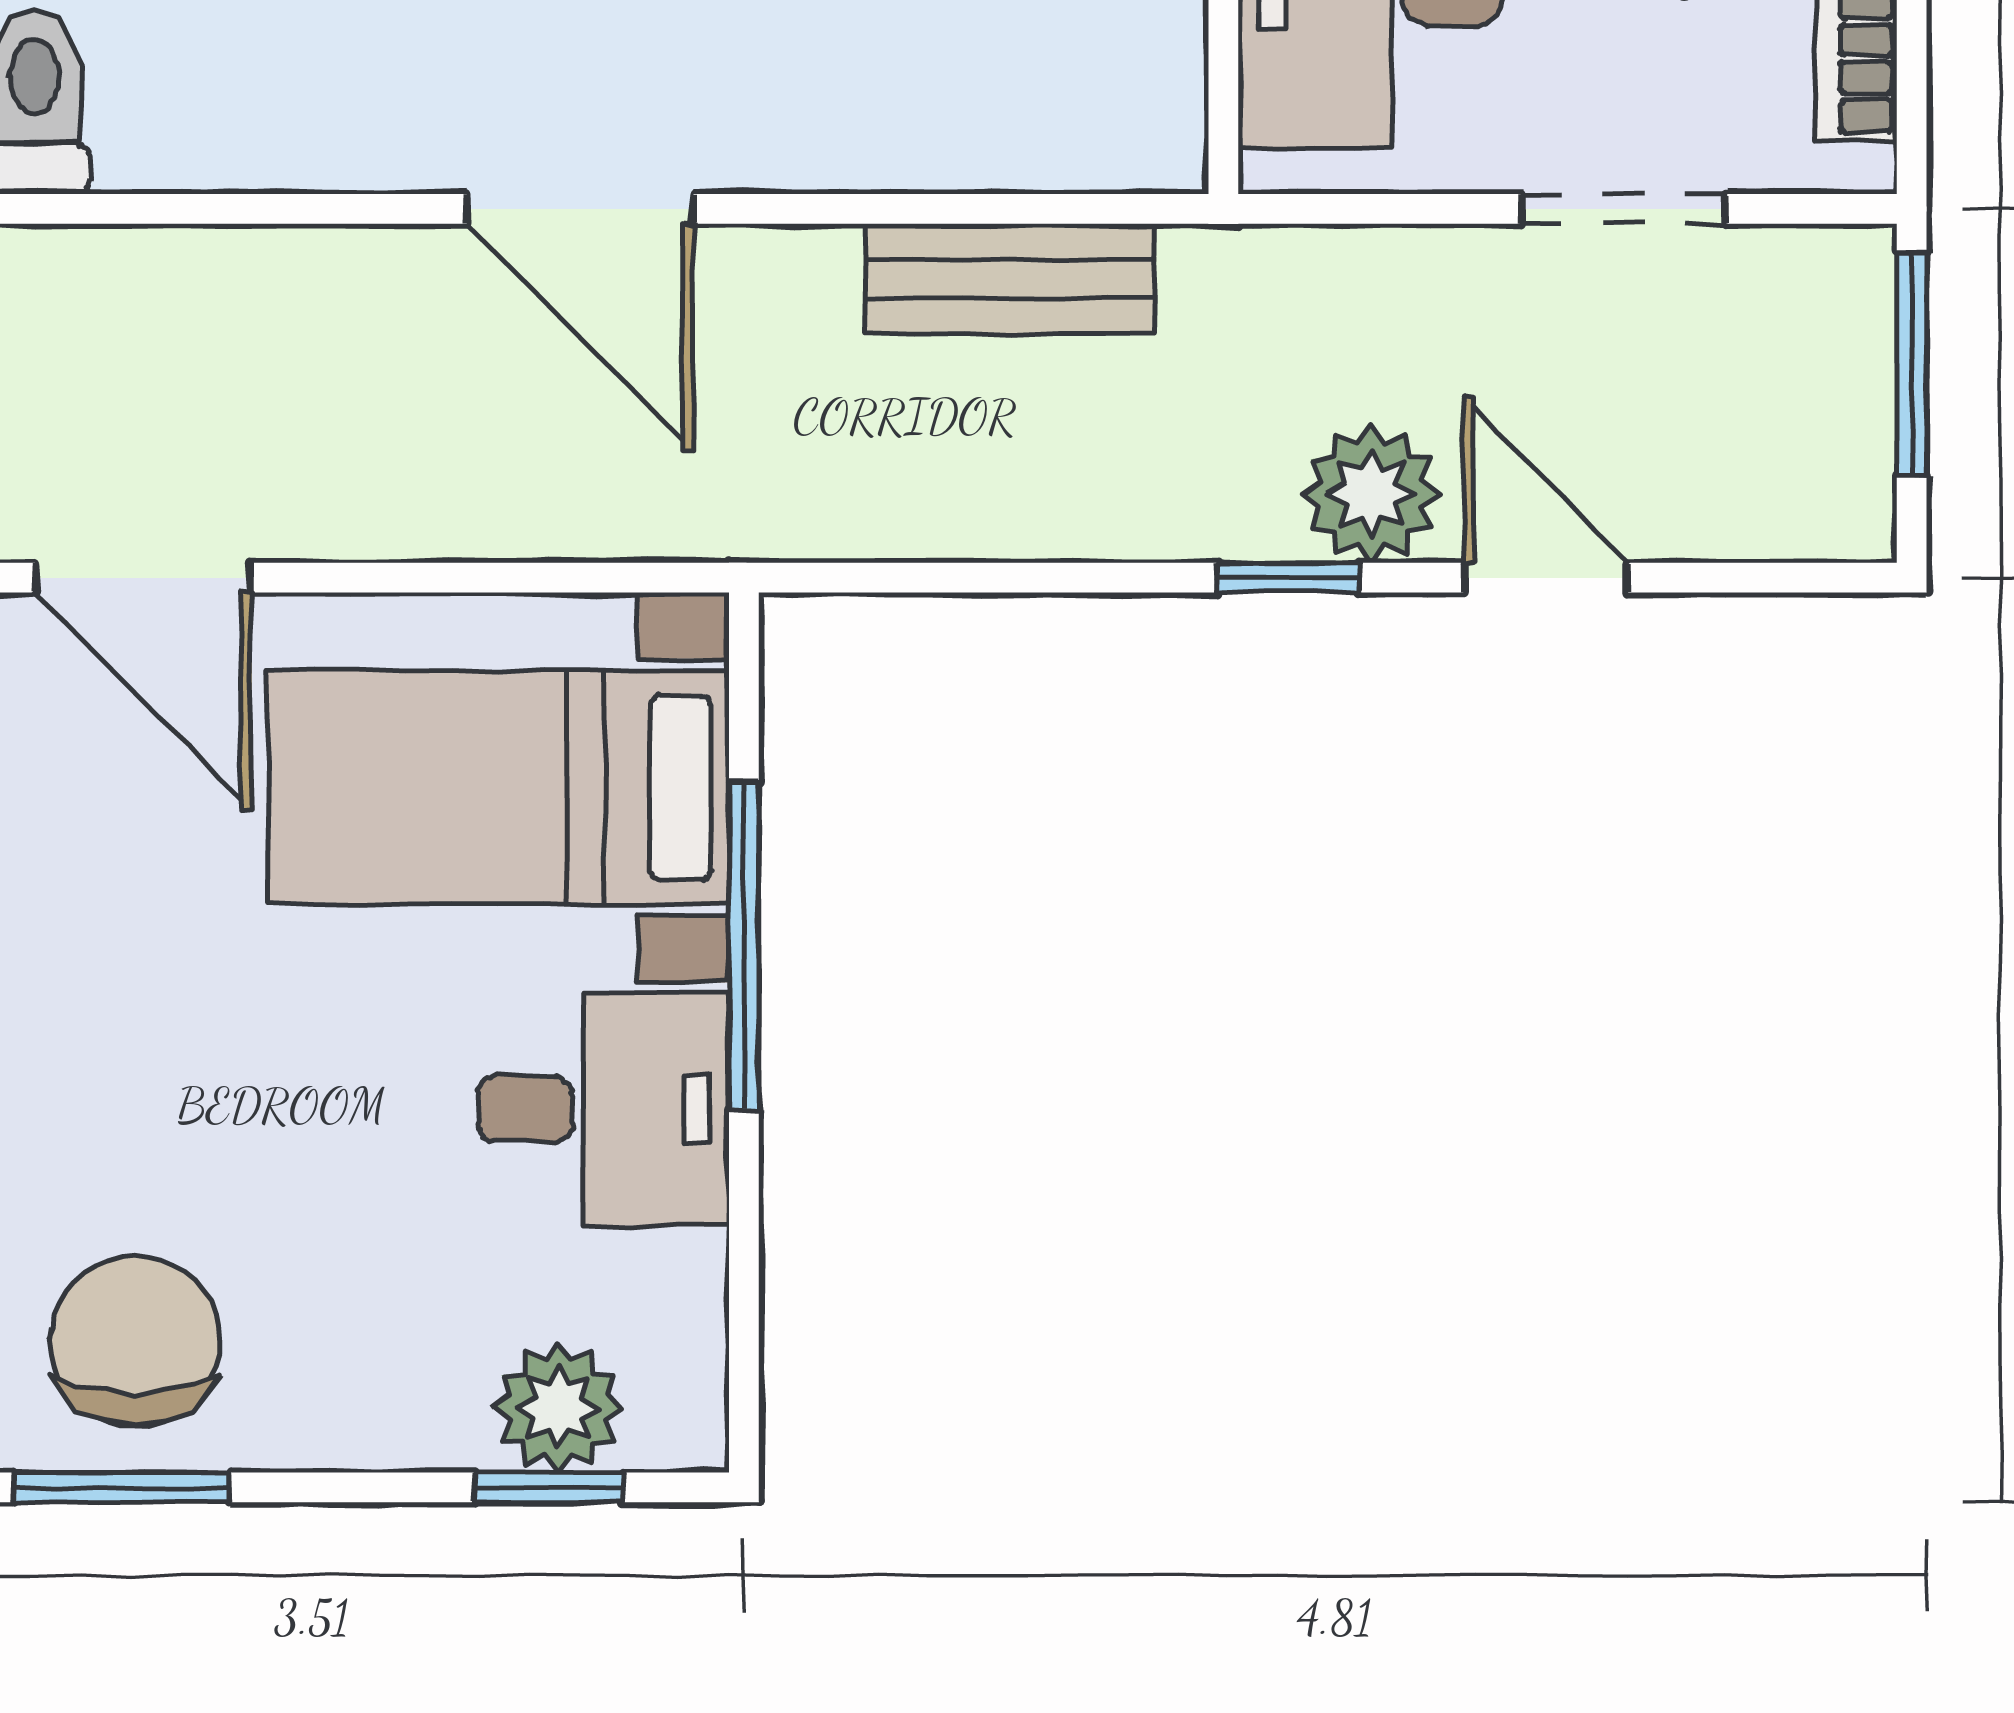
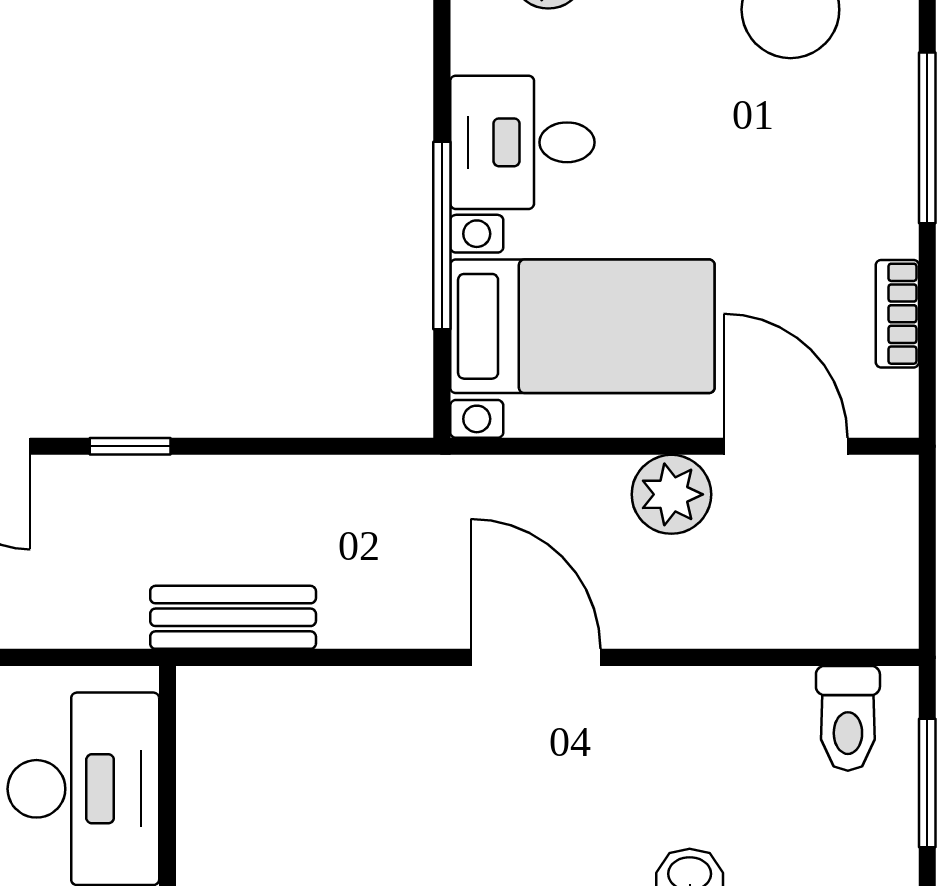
bench: (1010, 279) -> (233, 617), moved
plant: (1371, 494) -> (671, 494), moved

